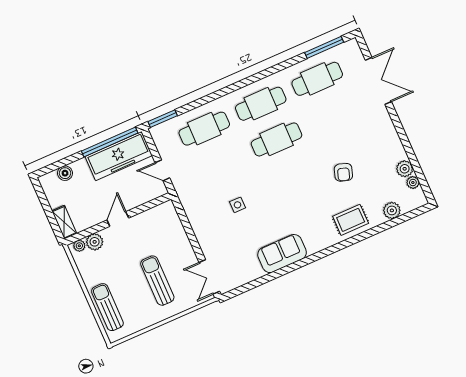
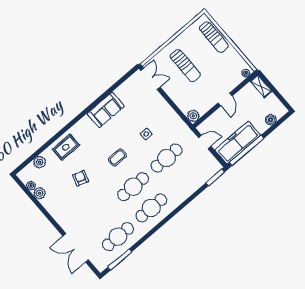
cafe table: (204, 129) -> (167, 158), moved
coffee table: (286, 185) -> (117, 157), added
plant: (95, 242) -> (193, 116), moved

